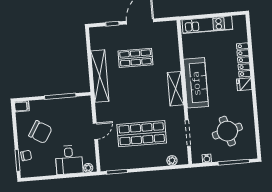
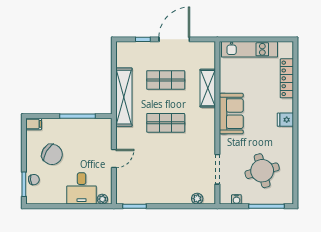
locker: (244, 60) -> (287, 78), moved
sofa: (196, 83) -> (231, 114), width x0.73
shelving: (176, 89) -> (208, 88), moved
shop shelf: (142, 134) -> (166, 123), moved, width x0.70, depth x0.74

